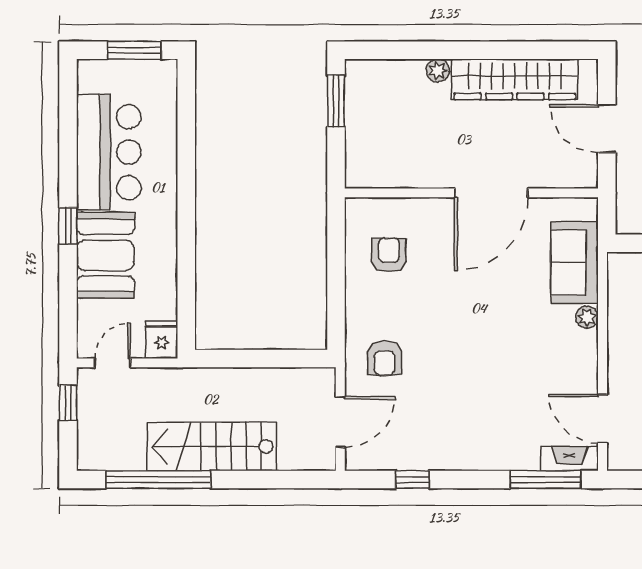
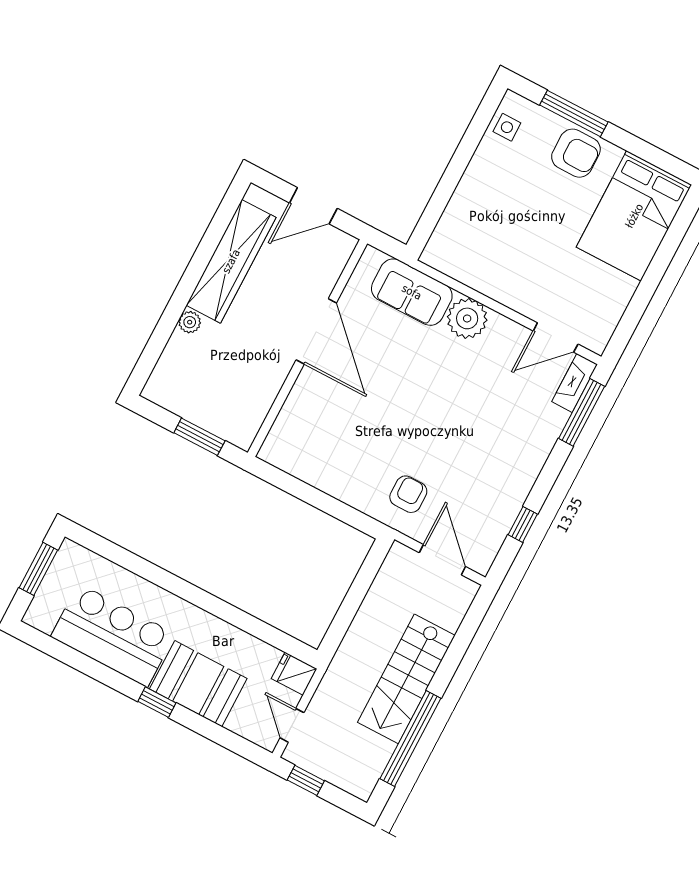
window: (336, 101) -> (199, 437), moved
armchair: (389, 255) -> (323, 445), removed
plant: (587, 317) -> (467, 318), width x1.88, depth x1.88
armchair: (385, 358) -> (408, 494), turned -90

